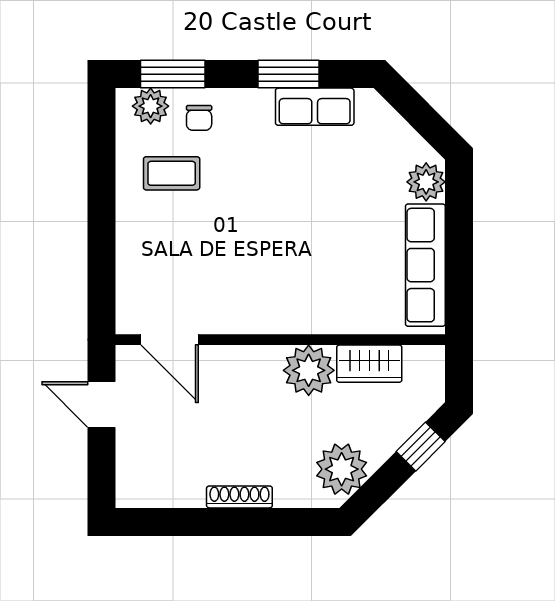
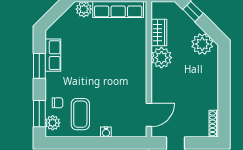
coffee table: (172, 173) -> (80, 114), width x1.36, depth x1.30
water cooler: (128, 236) -> (106, 132), added
shoe rack: (239, 497) -> (214, 124), moved

